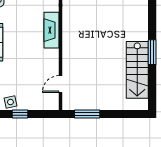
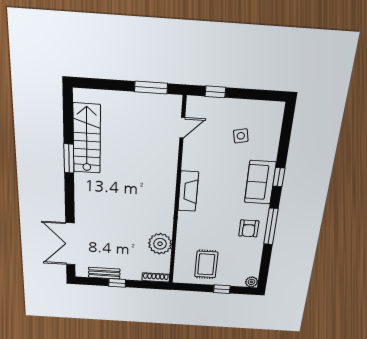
side table: (10, 102) -> (241, 136), moved
window: (20, 114) -> (215, 92), moved

